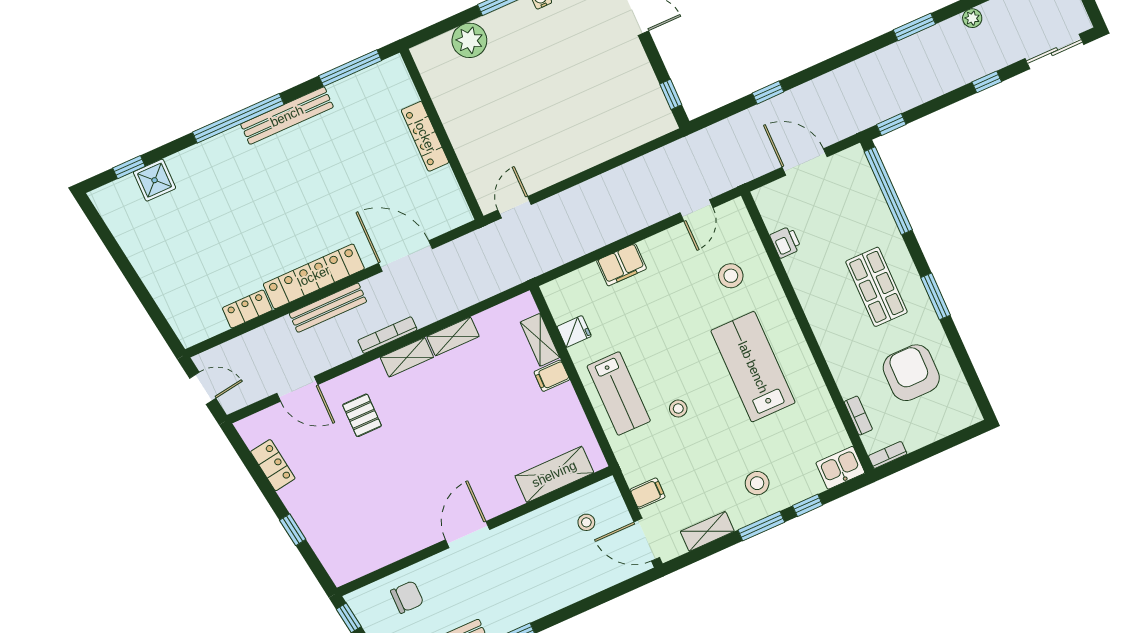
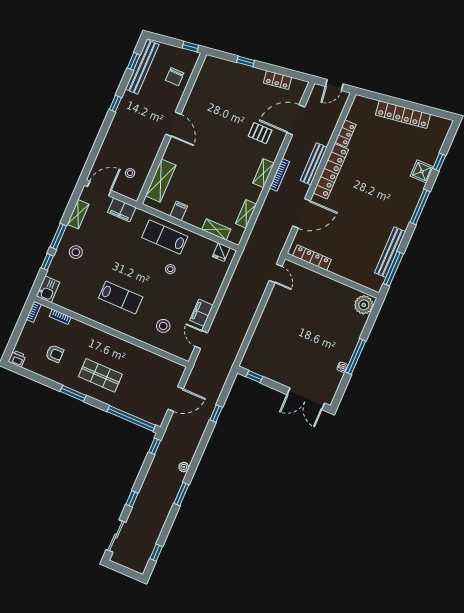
plant: (972, 18) -> (184, 467), moved
plant: (469, 40) -> (364, 305), moved
bench: (287, 116) -> (390, 252), moved
window: (238, 118) -> (420, 207), width x0.68
locker: (425, 136) -> (312, 258), moved
window: (129, 167) -> (439, 162), moved
shower: (155, 180) -> (422, 171), moved
printer: (786, 242) -> (17, 359), moved, turned 180
locker: (147, 263) -> (403, 115), added
filing cabinet: (622, 265) -> (201, 313), moved
fridge: (574, 331) -> (221, 252), moved
shelving: (453, 336) -> (246, 214), moved
lab bench: (753, 367) -> (121, 298), width x0.73, depth x0.72
armchair: (911, 373) -> (55, 354), width x0.53, depth x0.53
filing cabinet: (552, 376) -> (179, 211), moved
door: (297, 389) -> (296, 120), width x1.36
stool: (678, 409) -> (170, 269), moved
filing cabinet: (648, 493) -> (122, 210), width x2.00

